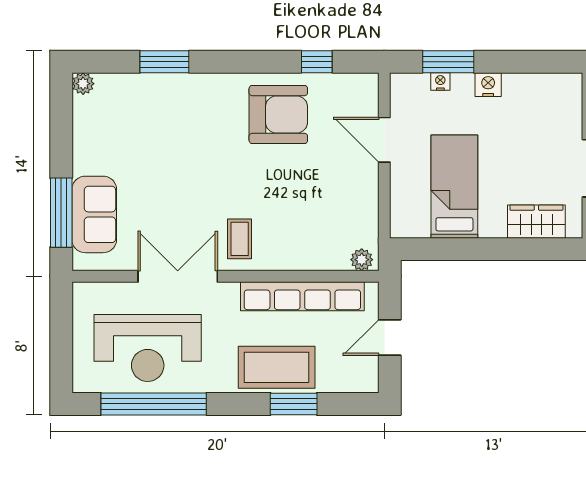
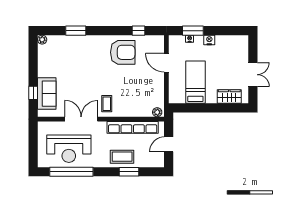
window: (61, 213) -> (33, 93), width x0.46
coffee table: (277, 367) -> (122, 157), width x0.73, depth x0.76

